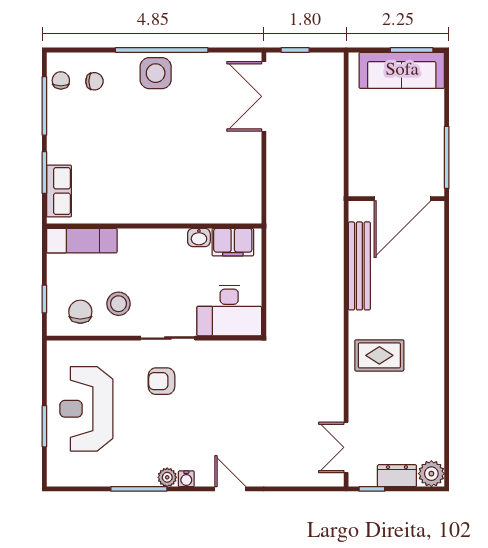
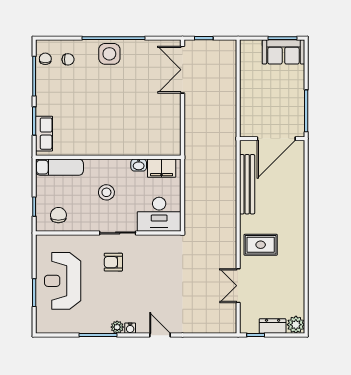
sofa: (402, 70) -> (283, 52), width x0.73
stool: (119, 304) -> (106, 192), moved
double door: (346, 447) -> (238, 286), moved

